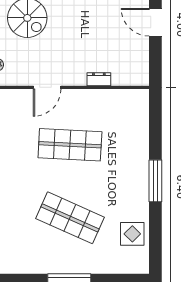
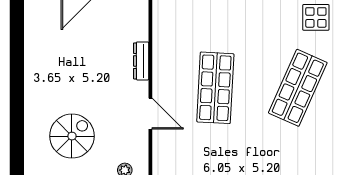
dresser: (99, 79) -> (141, 61), width x1.44

